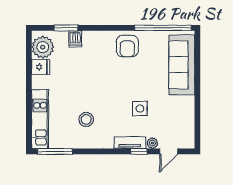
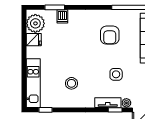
armchair: (127, 46) -> (110, 35), moved
window: (55, 151) -> (46, 110), width x0.46

